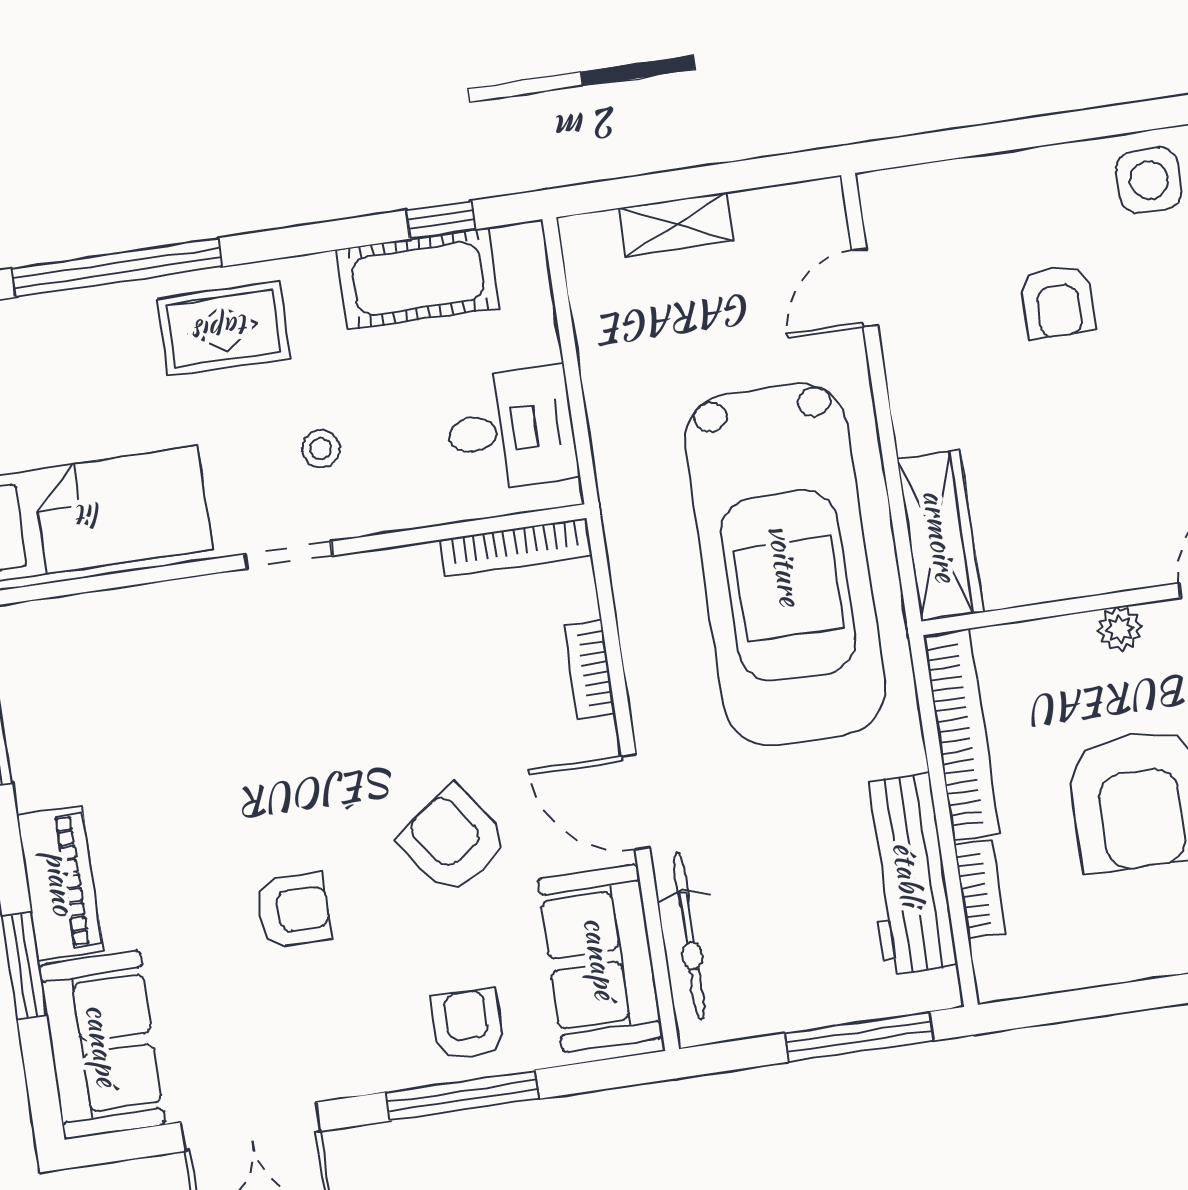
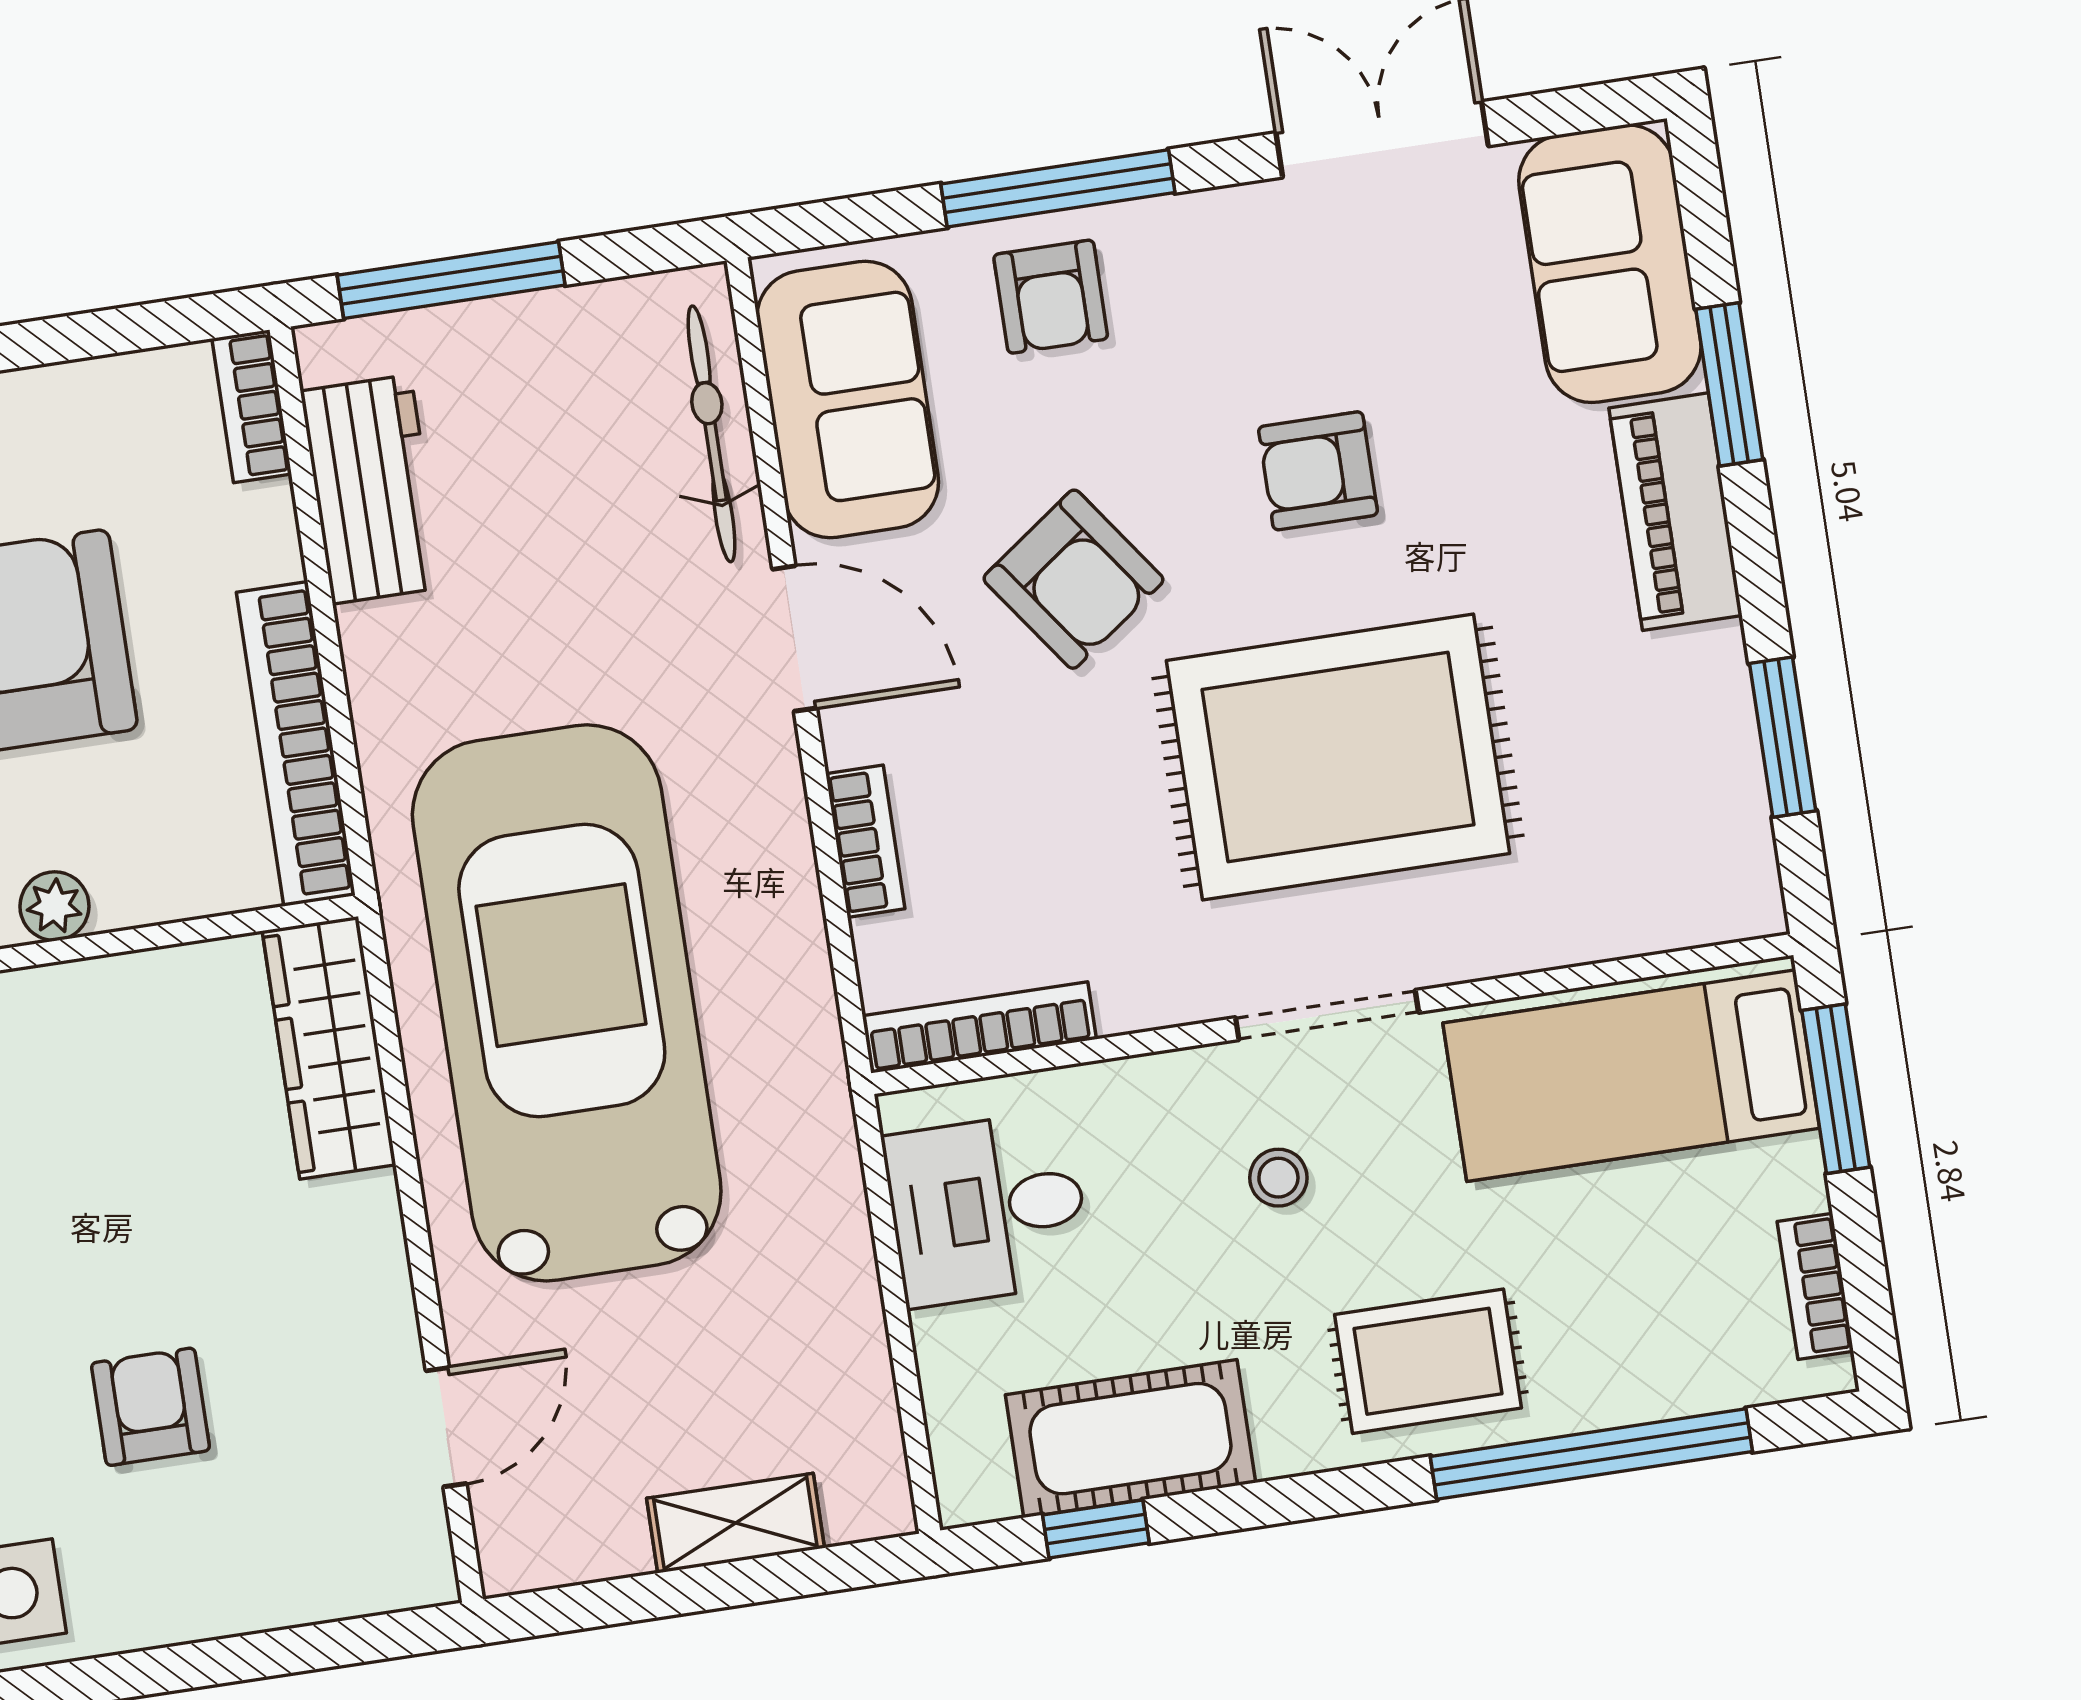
doorway: (289, 555) -> (1327, 1015), width x1.38
rug: (281, 723) -> (1338, 757), added
workbench: (908, 874) -> (371, 489), width x0.73
bookcase: (980, 890) -> (252, 406), moved

